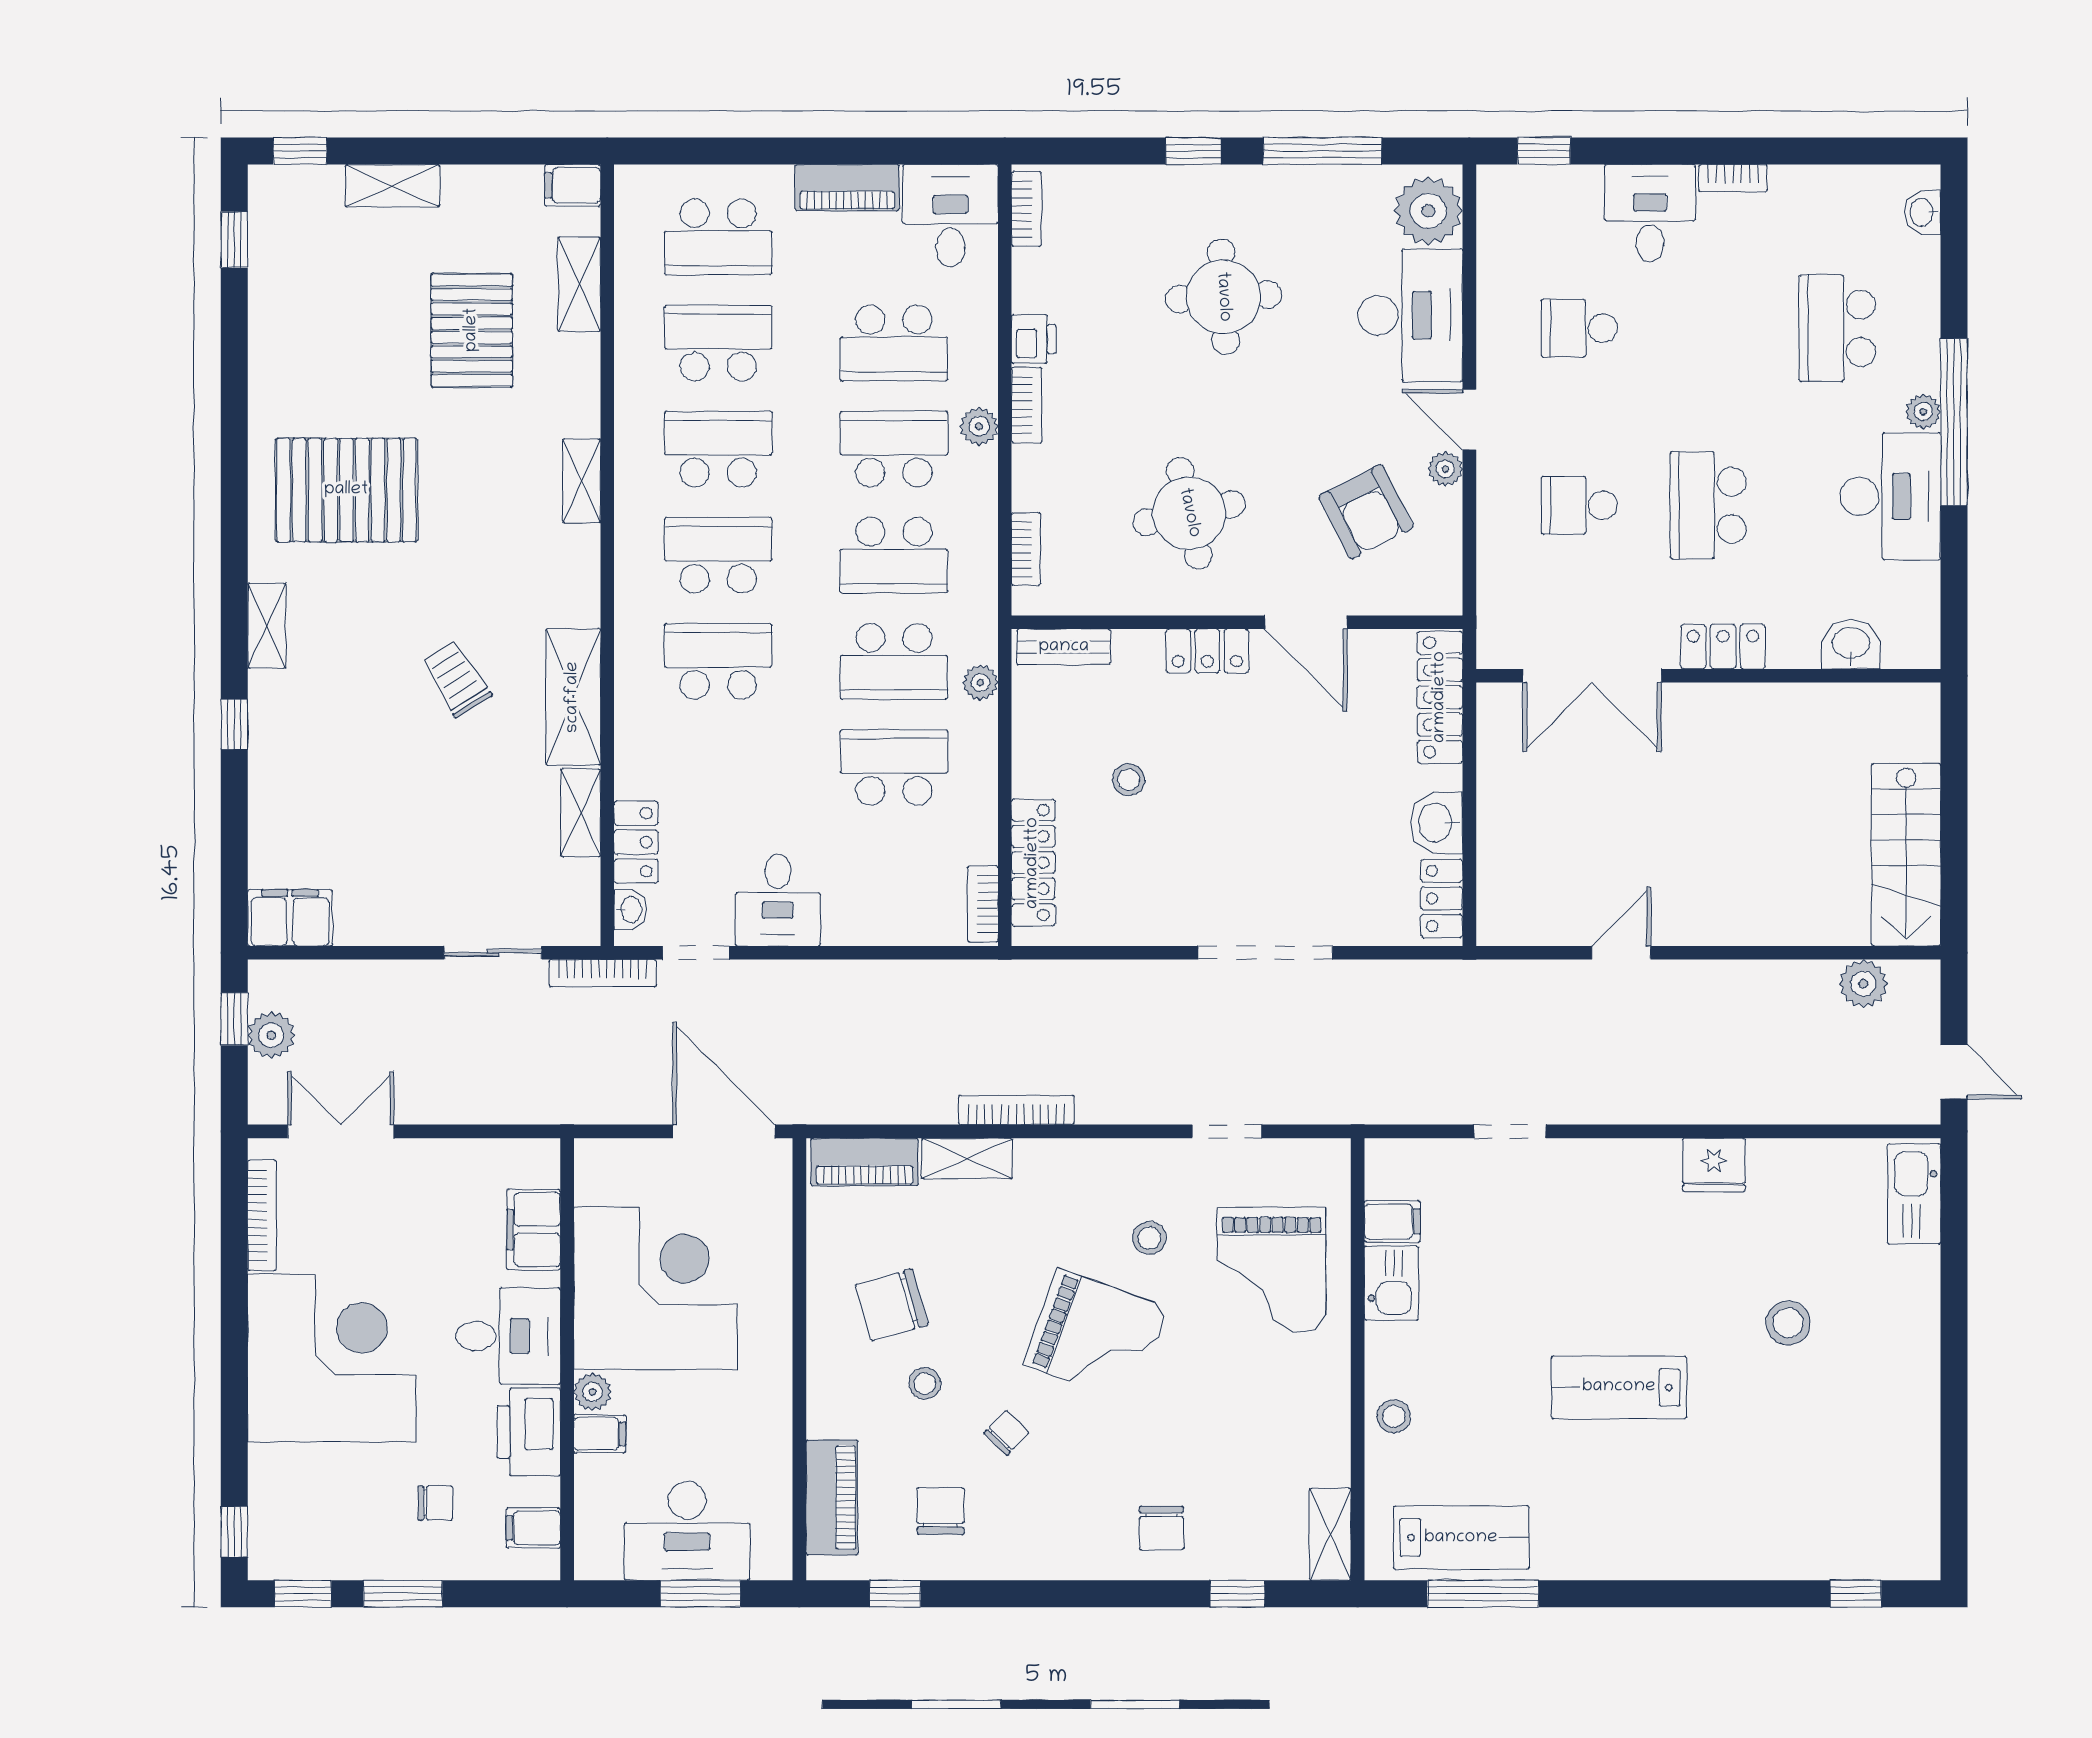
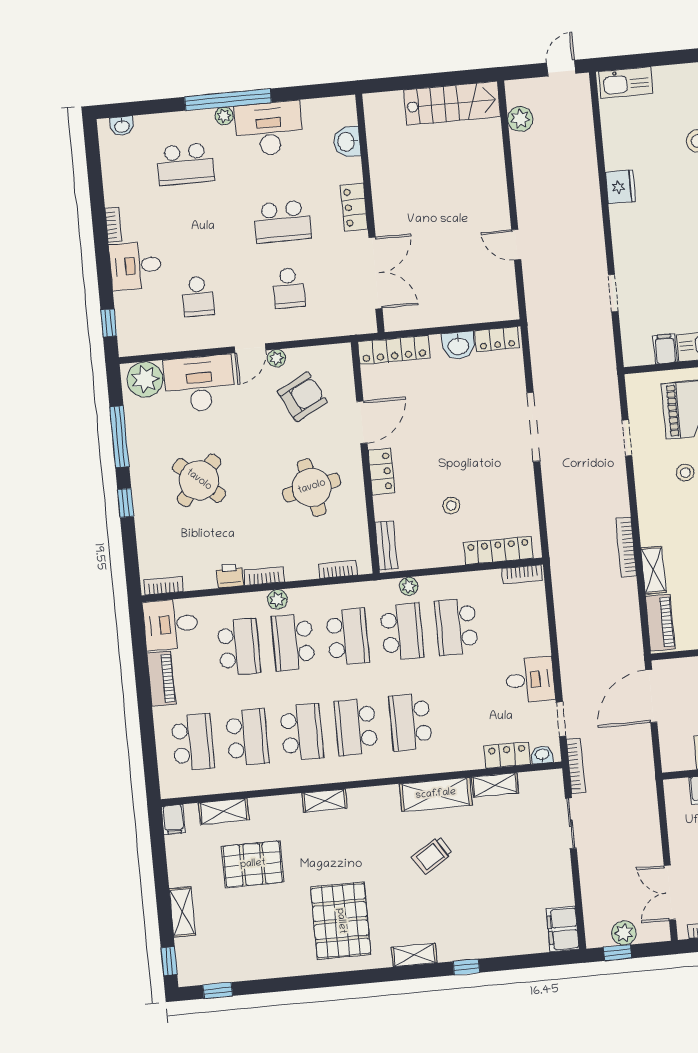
round table: (1223, 297) -> (199, 480), turned 45
school desk: (718, 343) -> (247, 737), turned 180
school desk: (718, 449) -> (302, 732), turned 180

